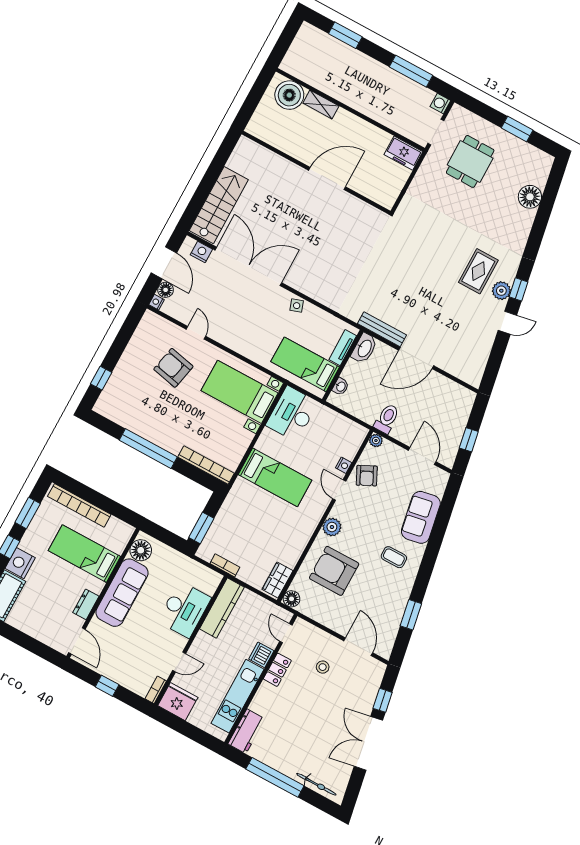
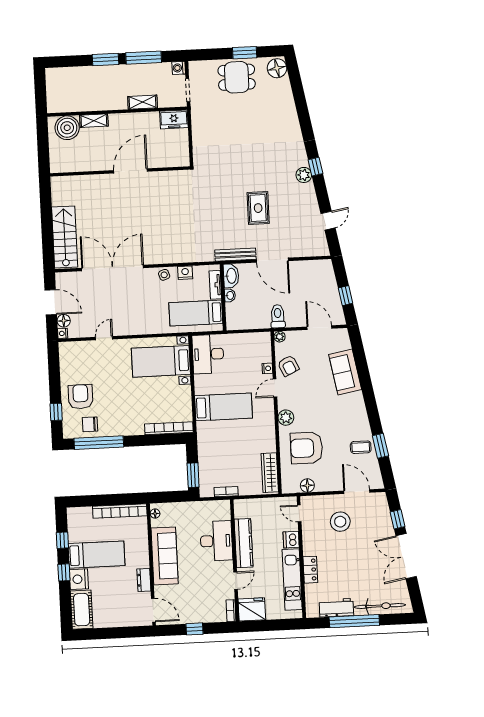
window: (345, 35) -> (105, 59), moved
shelving: (382, 116) -> (143, 102), added
dining table: (470, 161) -> (237, 77), moved, turned 90
floor lamp: (530, 197) -> (277, 68), moved
nightstand: (201, 252) -> (185, 273), moved
rug: (478, 271) -> (258, 208), moved
door: (507, 323) -> (328, 221), moved
door: (196, 333) -> (104, 338), hinge flipped
door: (416, 358) -> (272, 260), hinge flipped
armchair: (173, 368) -> (81, 397), moved, turned 78
washbasin: (341, 386) -> (230, 295), moved
chair: (128, 412) -> (90, 424), added
window: (148, 449) -> (99, 443), moved
door: (339, 490) -> (275, 388), hinge flipped
bookcase: (79, 505) -> (120, 511), moved
window: (28, 513) -> (62, 540), width x0.67
floor lamp: (141, 550) -> (155, 514), width x0.53, depth x0.53
bed: (84, 554) -> (96, 555), moved, turned 180
coffee table: (394, 557) -> (361, 447), moved
wardrobe: (278, 580) -> (270, 473), width x1.50
floor lamp: (292, 599) -> (307, 486), moved
kitchen counter: (222, 608) -> (244, 543), moved
stool: (323, 667) -> (340, 522), width x1.89, depth x1.89
locker: (277, 670) -> (310, 570), moved
workbench: (246, 731) -> (336, 608), moved, turned -90
bicycle: (316, 784) -> (380, 606), width x1.37, depth x1.40

